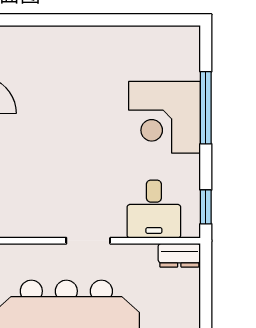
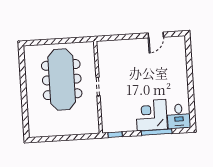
desk: (154, 209) -> (179, 116), moved, turned -90
dresser: (179, 255) -> (94, 125), removed

